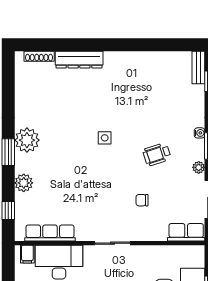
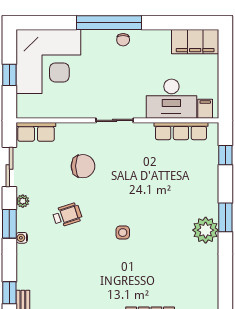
plant: (24, 183) -> (209, 185), removed
chair: (142, 200) -> (83, 166), width x1.87, depth x1.87

